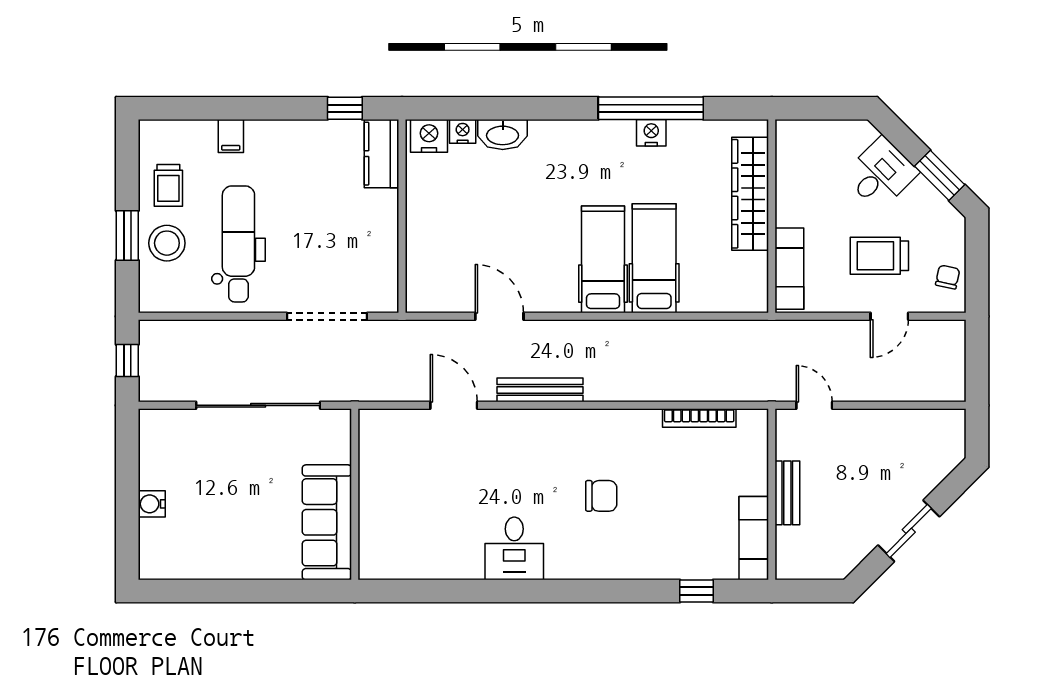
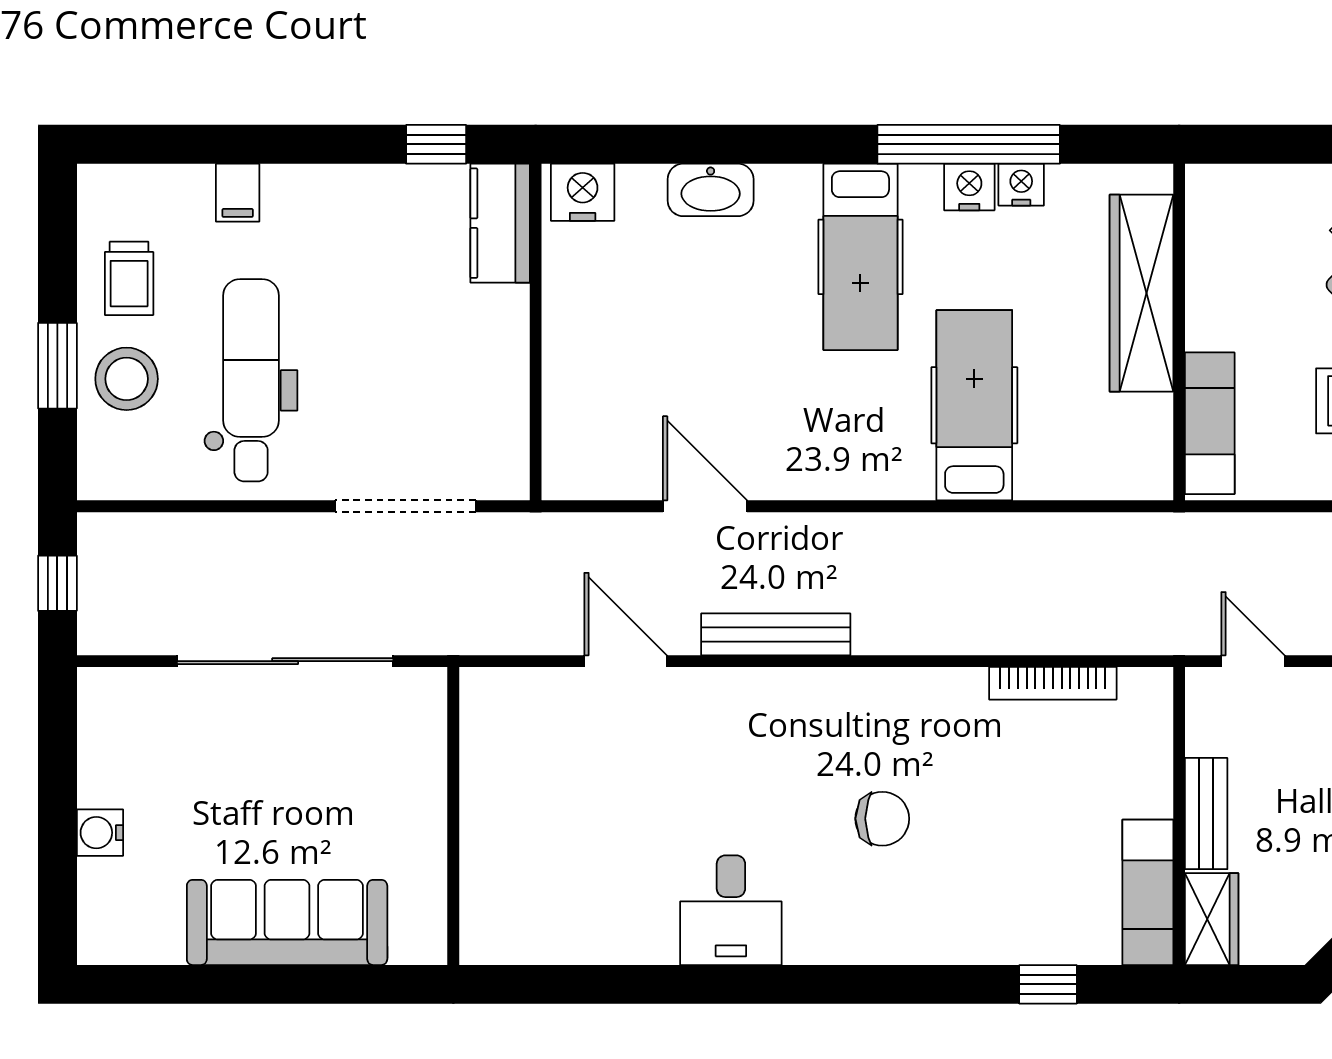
nightstand: (463, 131) -> (1021, 185), moved
hospital bed: (603, 259) -> (860, 257), moved, turned 180
sofa: (327, 522) -> (287, 922), moved, turned 90
wardrobe: (790, 554) -> (1212, 919), added

